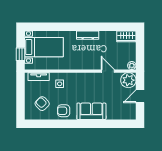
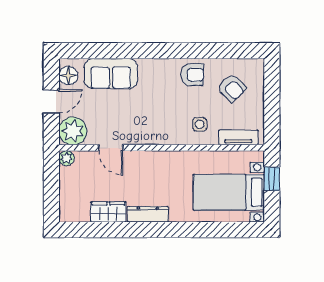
wardrobe: (126, 36) -> (108, 212), moved
floor lamp: (131, 110) -> (68, 76), added
sofa: (91, 111) -> (111, 74), moved

